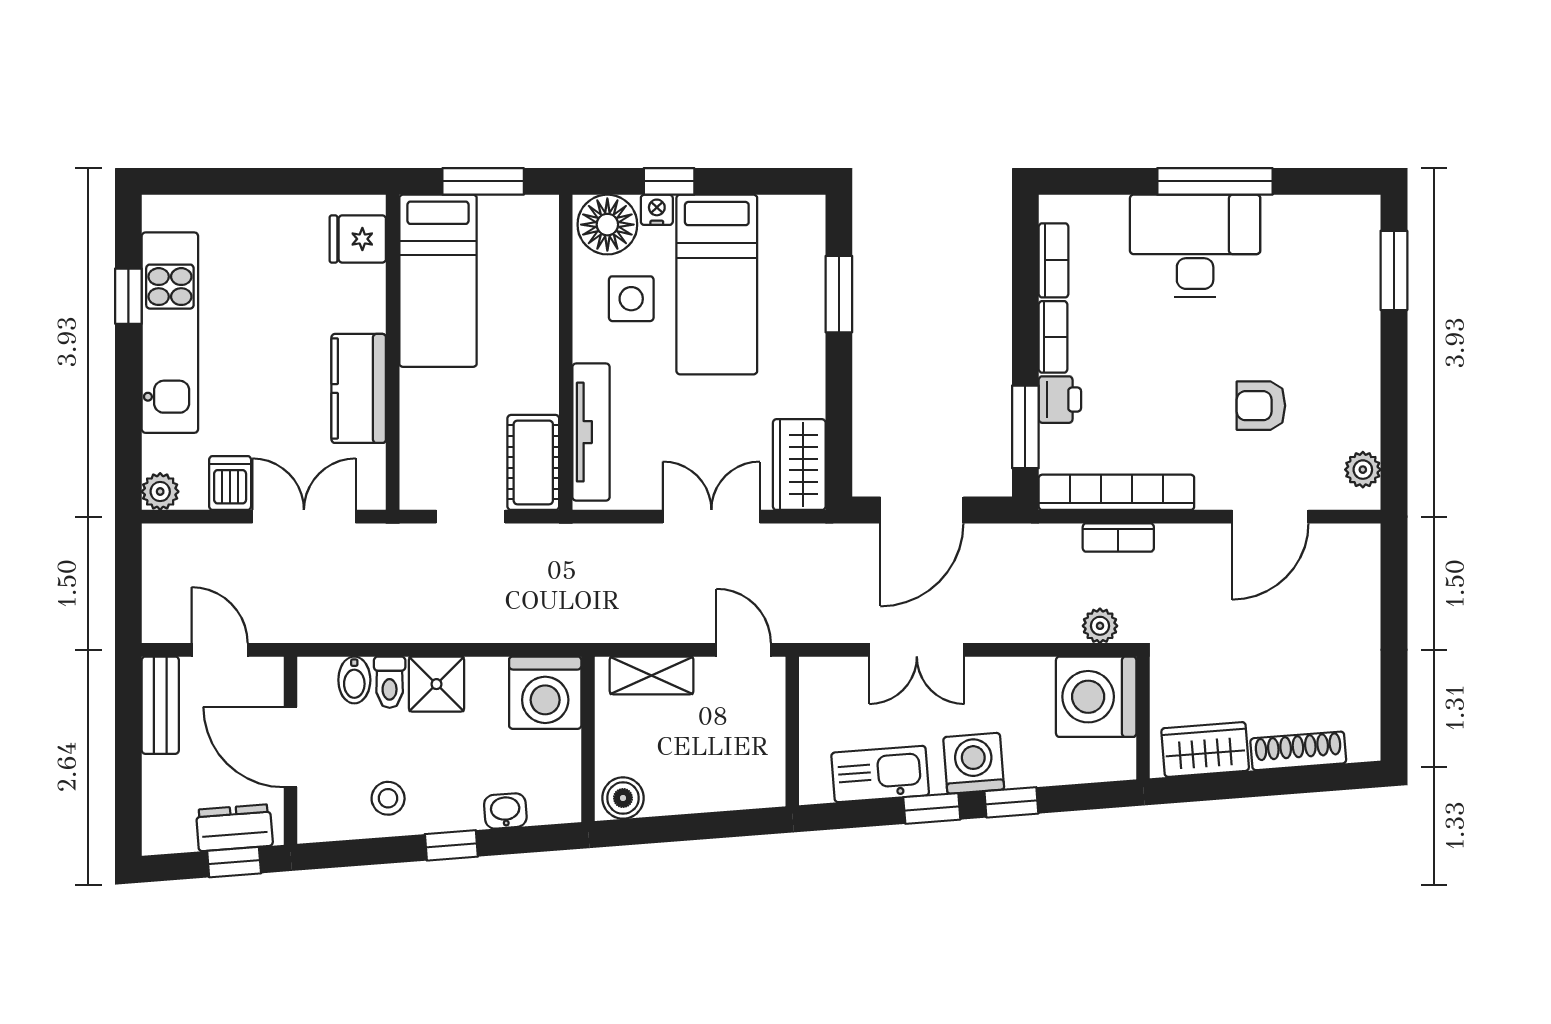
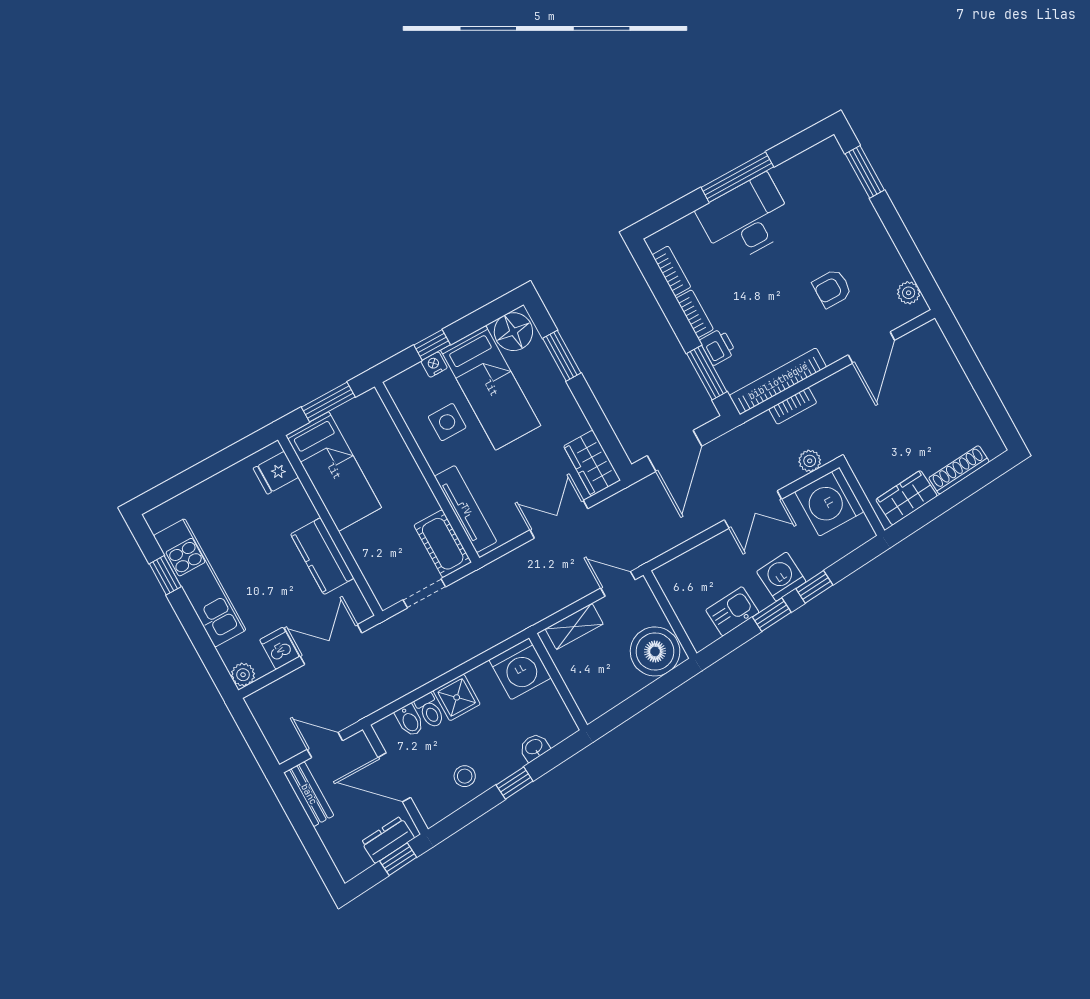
floor lamp: (607, 225) -> (513, 332), moved
double door: (917, 650) -> (753, 510), moved
kitchen sink: (880, 774) -> (732, 611), width x0.73
boiler: (623, 798) -> (655, 651), moved, width x1.86, depth x1.86

